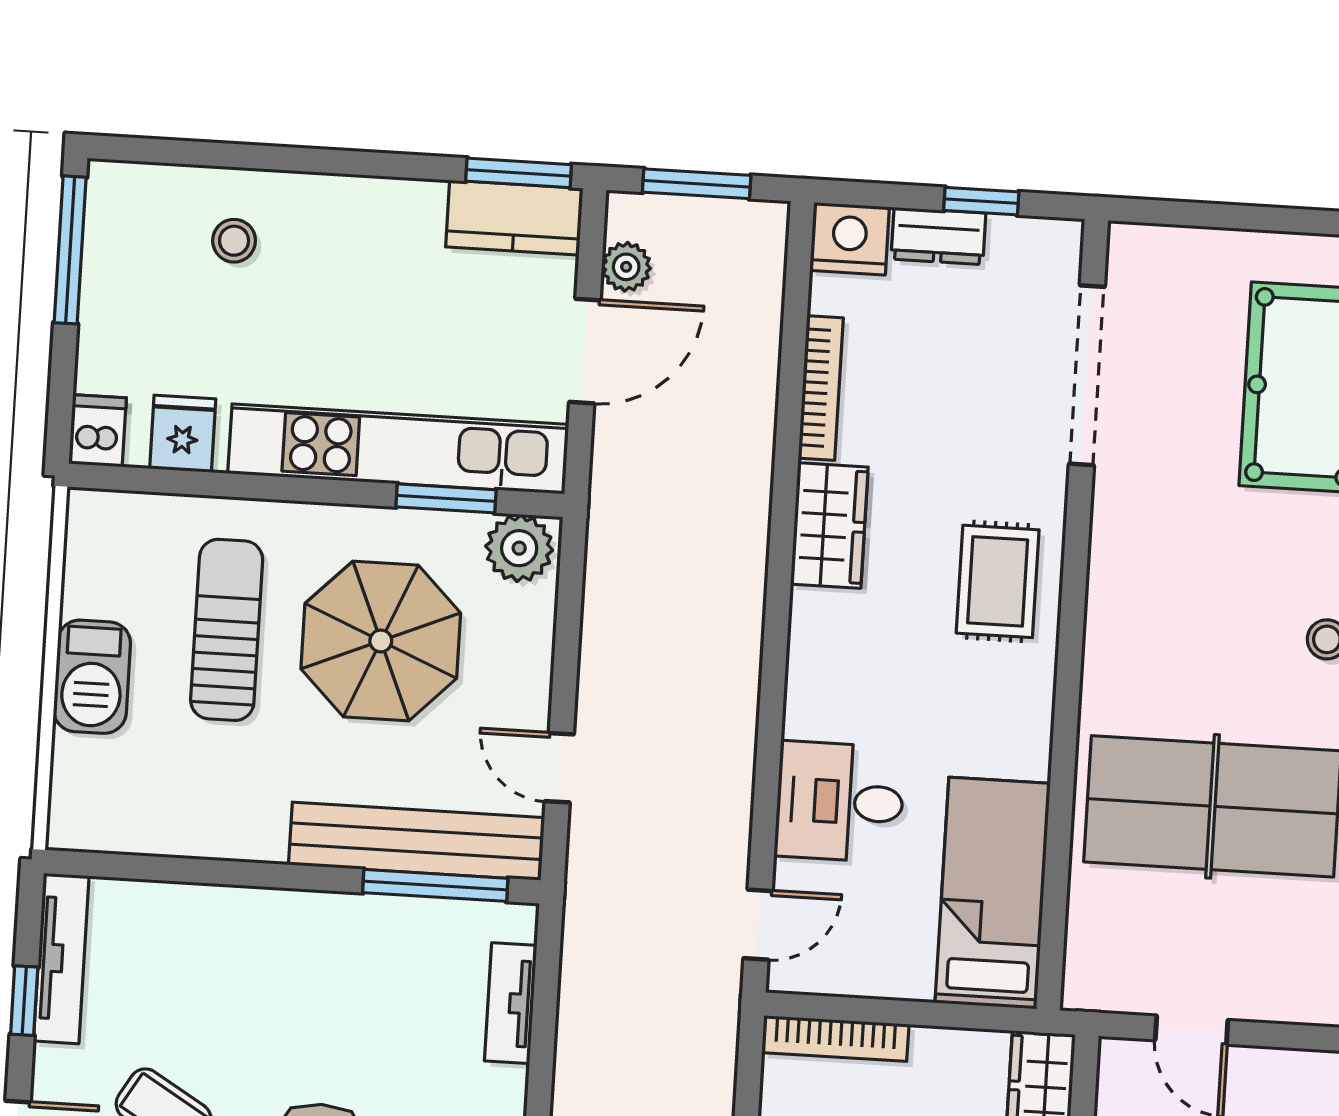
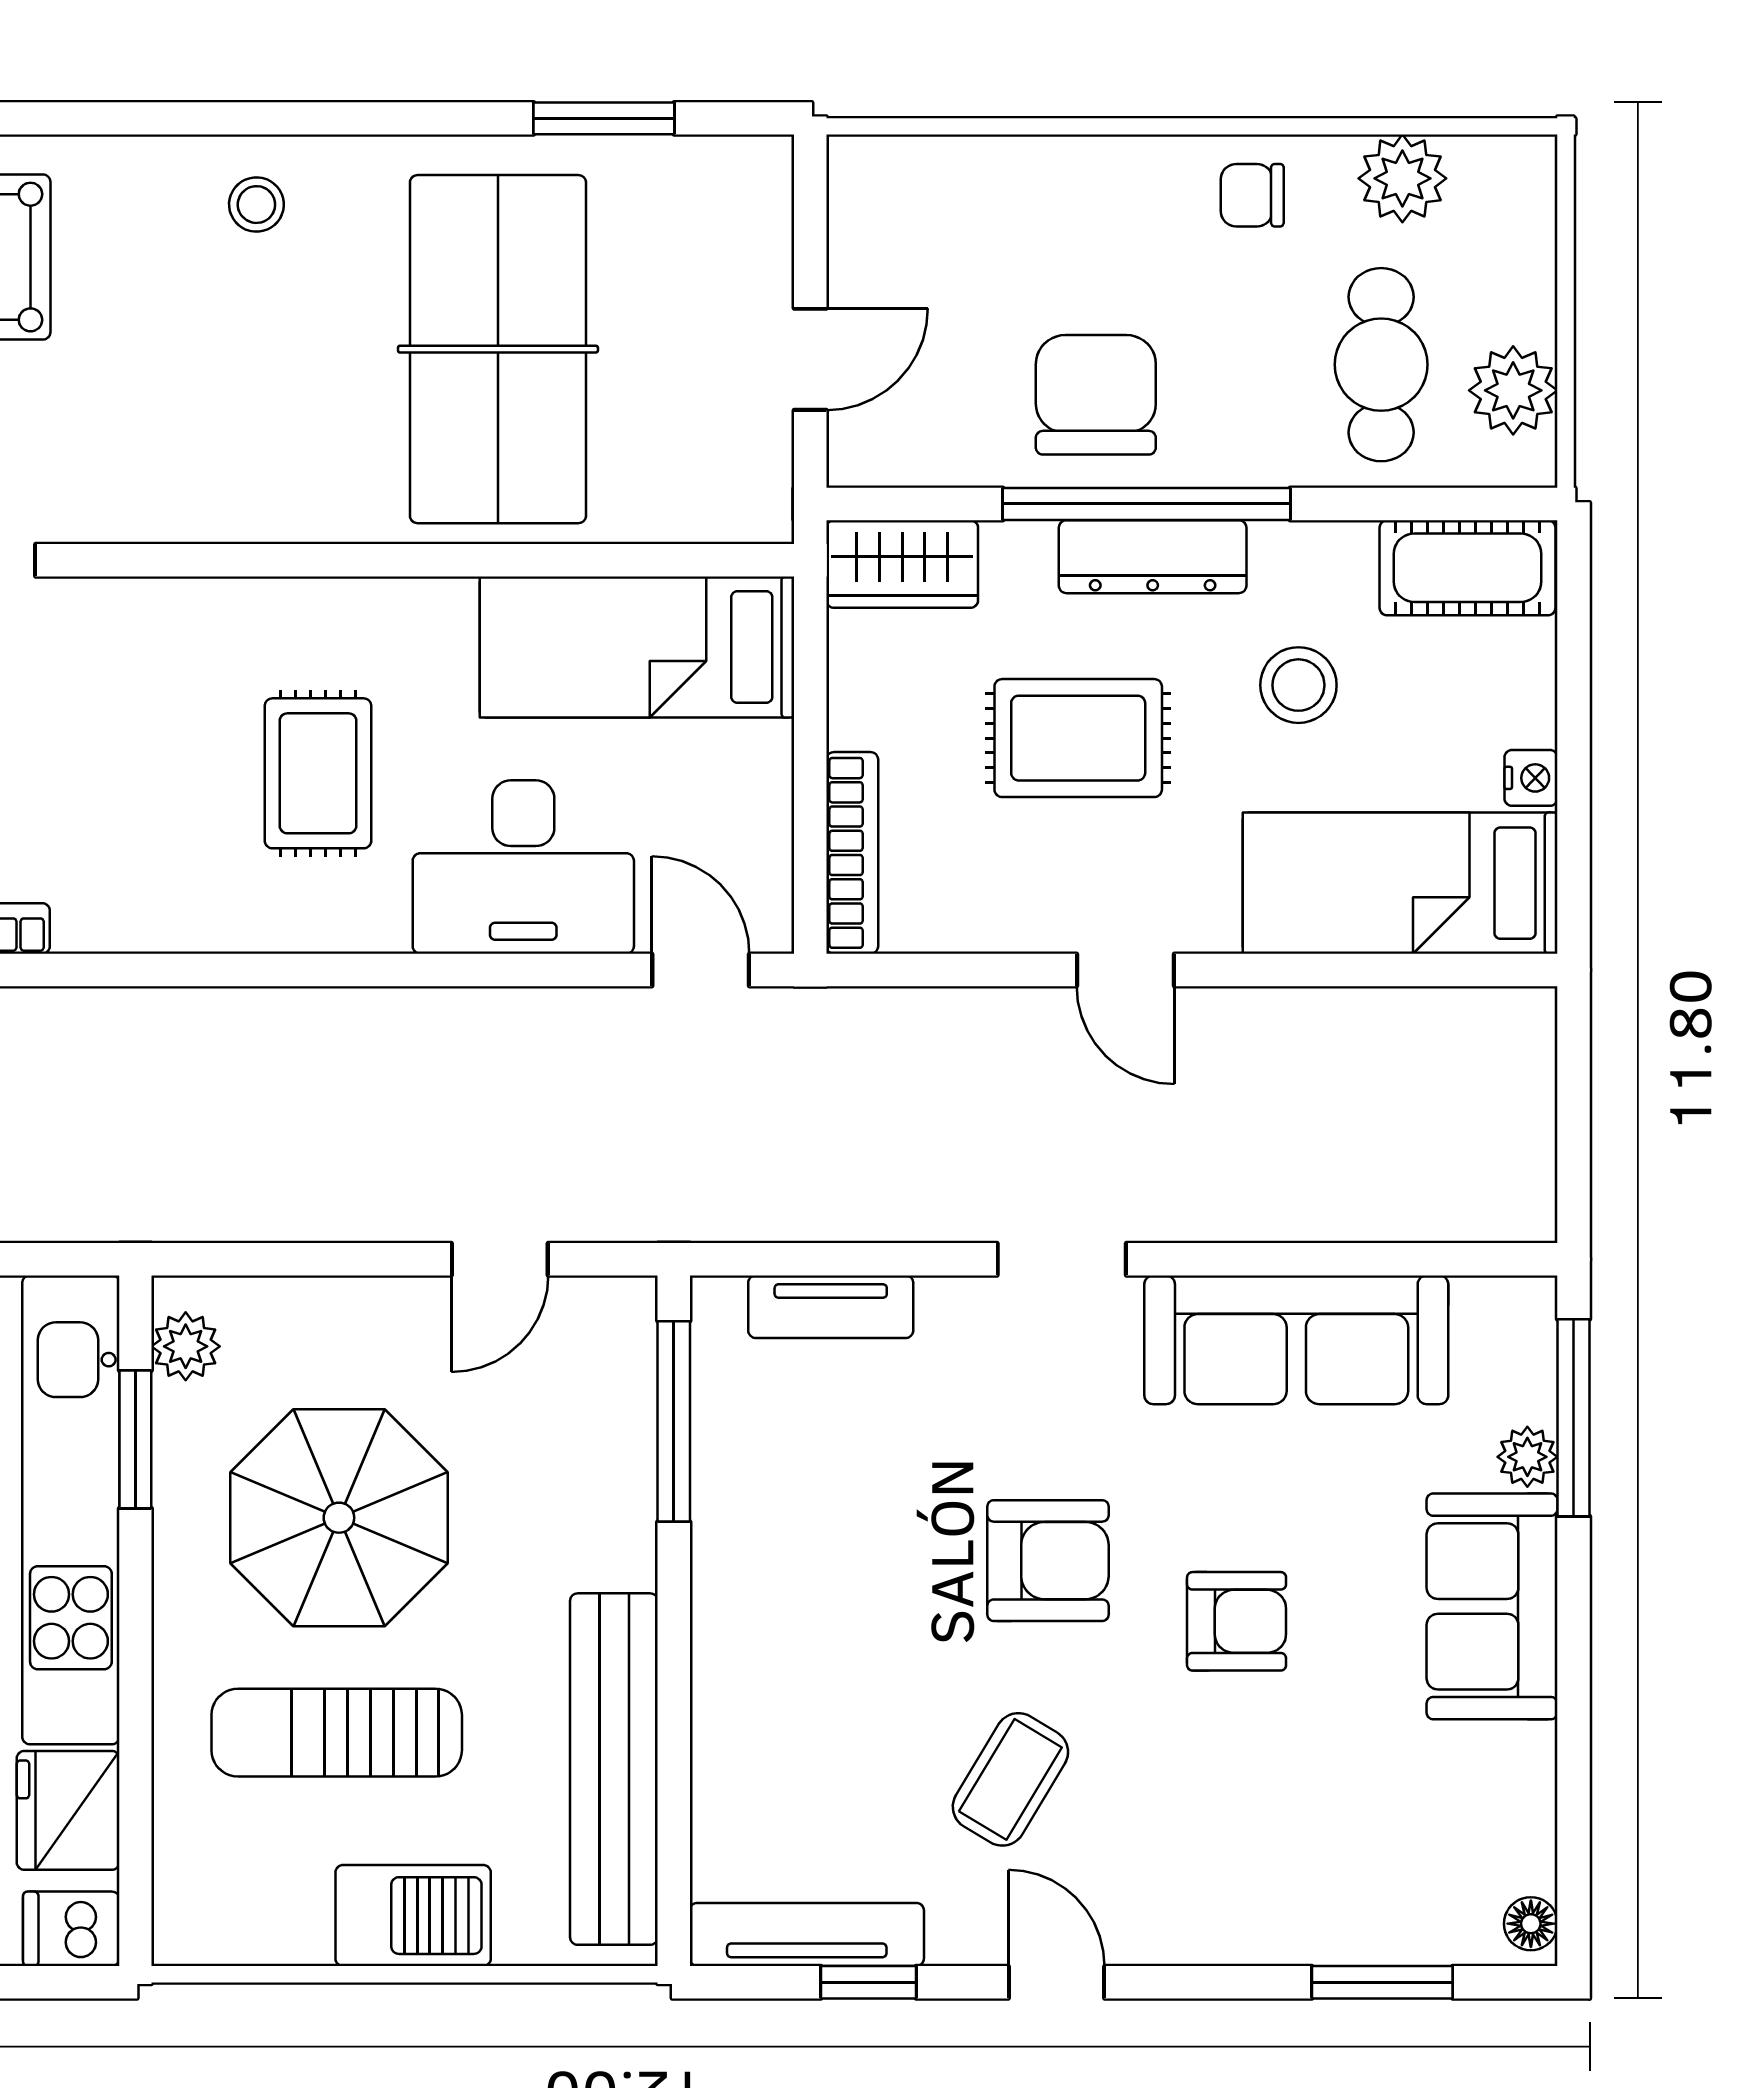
fridge: (183, 434) -> (68, 1810), width x1.38
wardrobe: (829, 526) -> (141, 905), removed
plant: (519, 548) -> (186, 1346), width x0.73, depth x0.73
rug: (998, 581) -> (318, 773), moved, turned 90
desk: (840, 802) -> (523, 867), width x1.37
bench: (417, 841) -> (614, 1769), moved

